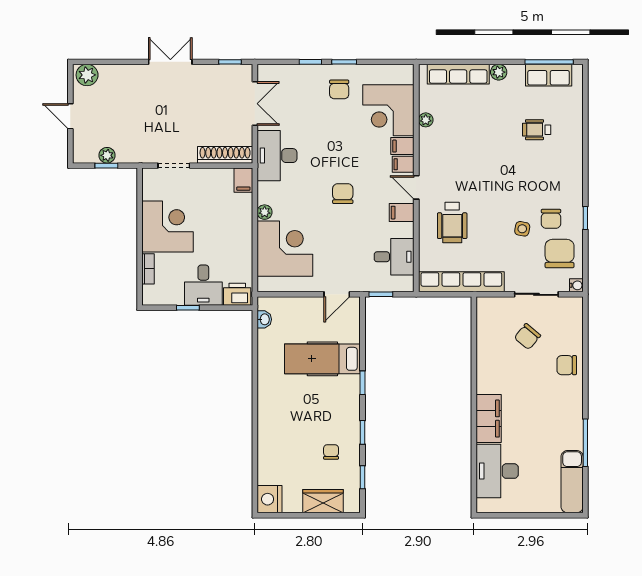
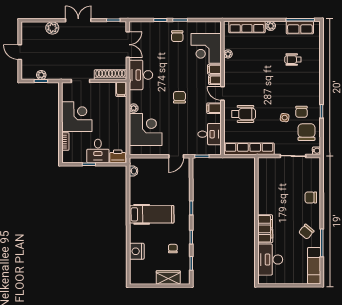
plant: (87, 75) -> (52, 28), moved
wheelchair: (452, 222) -> (244, 114), turned -90
chair: (527, 337) -> (306, 232), moved
hospital bed: (322, 359) -> (152, 214), moved, turned 180
nightstand: (270, 499) -> (137, 251), moved

